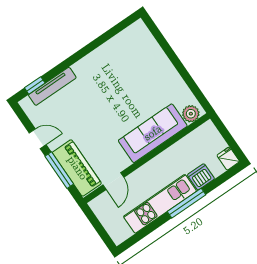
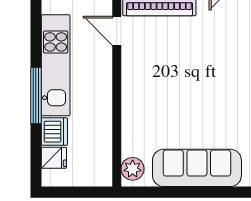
sofa: (153, 133) -> (197, 168), moved, turned -90
fridge: (228, 158) -> (54, 158), moved

